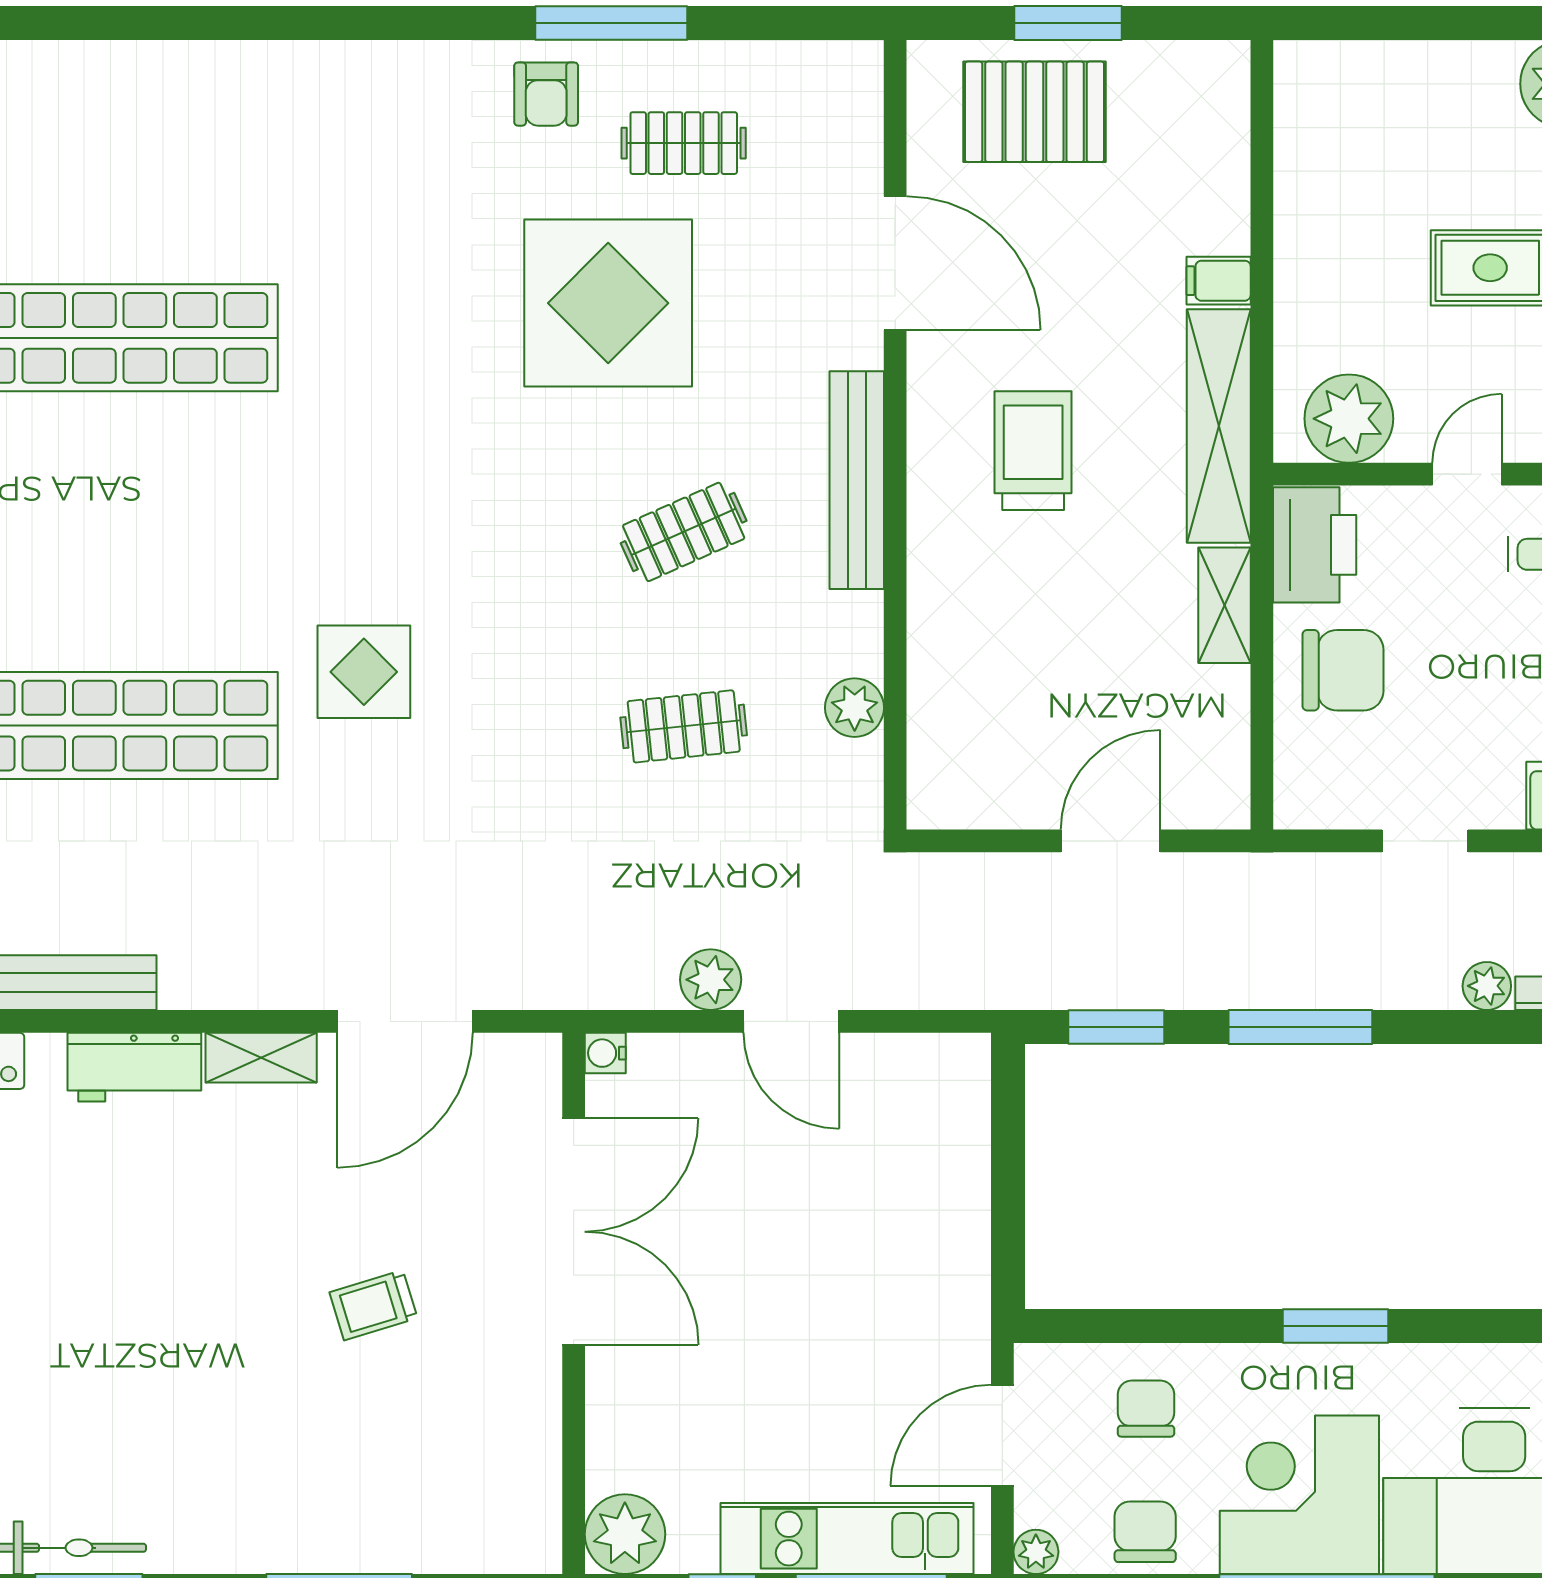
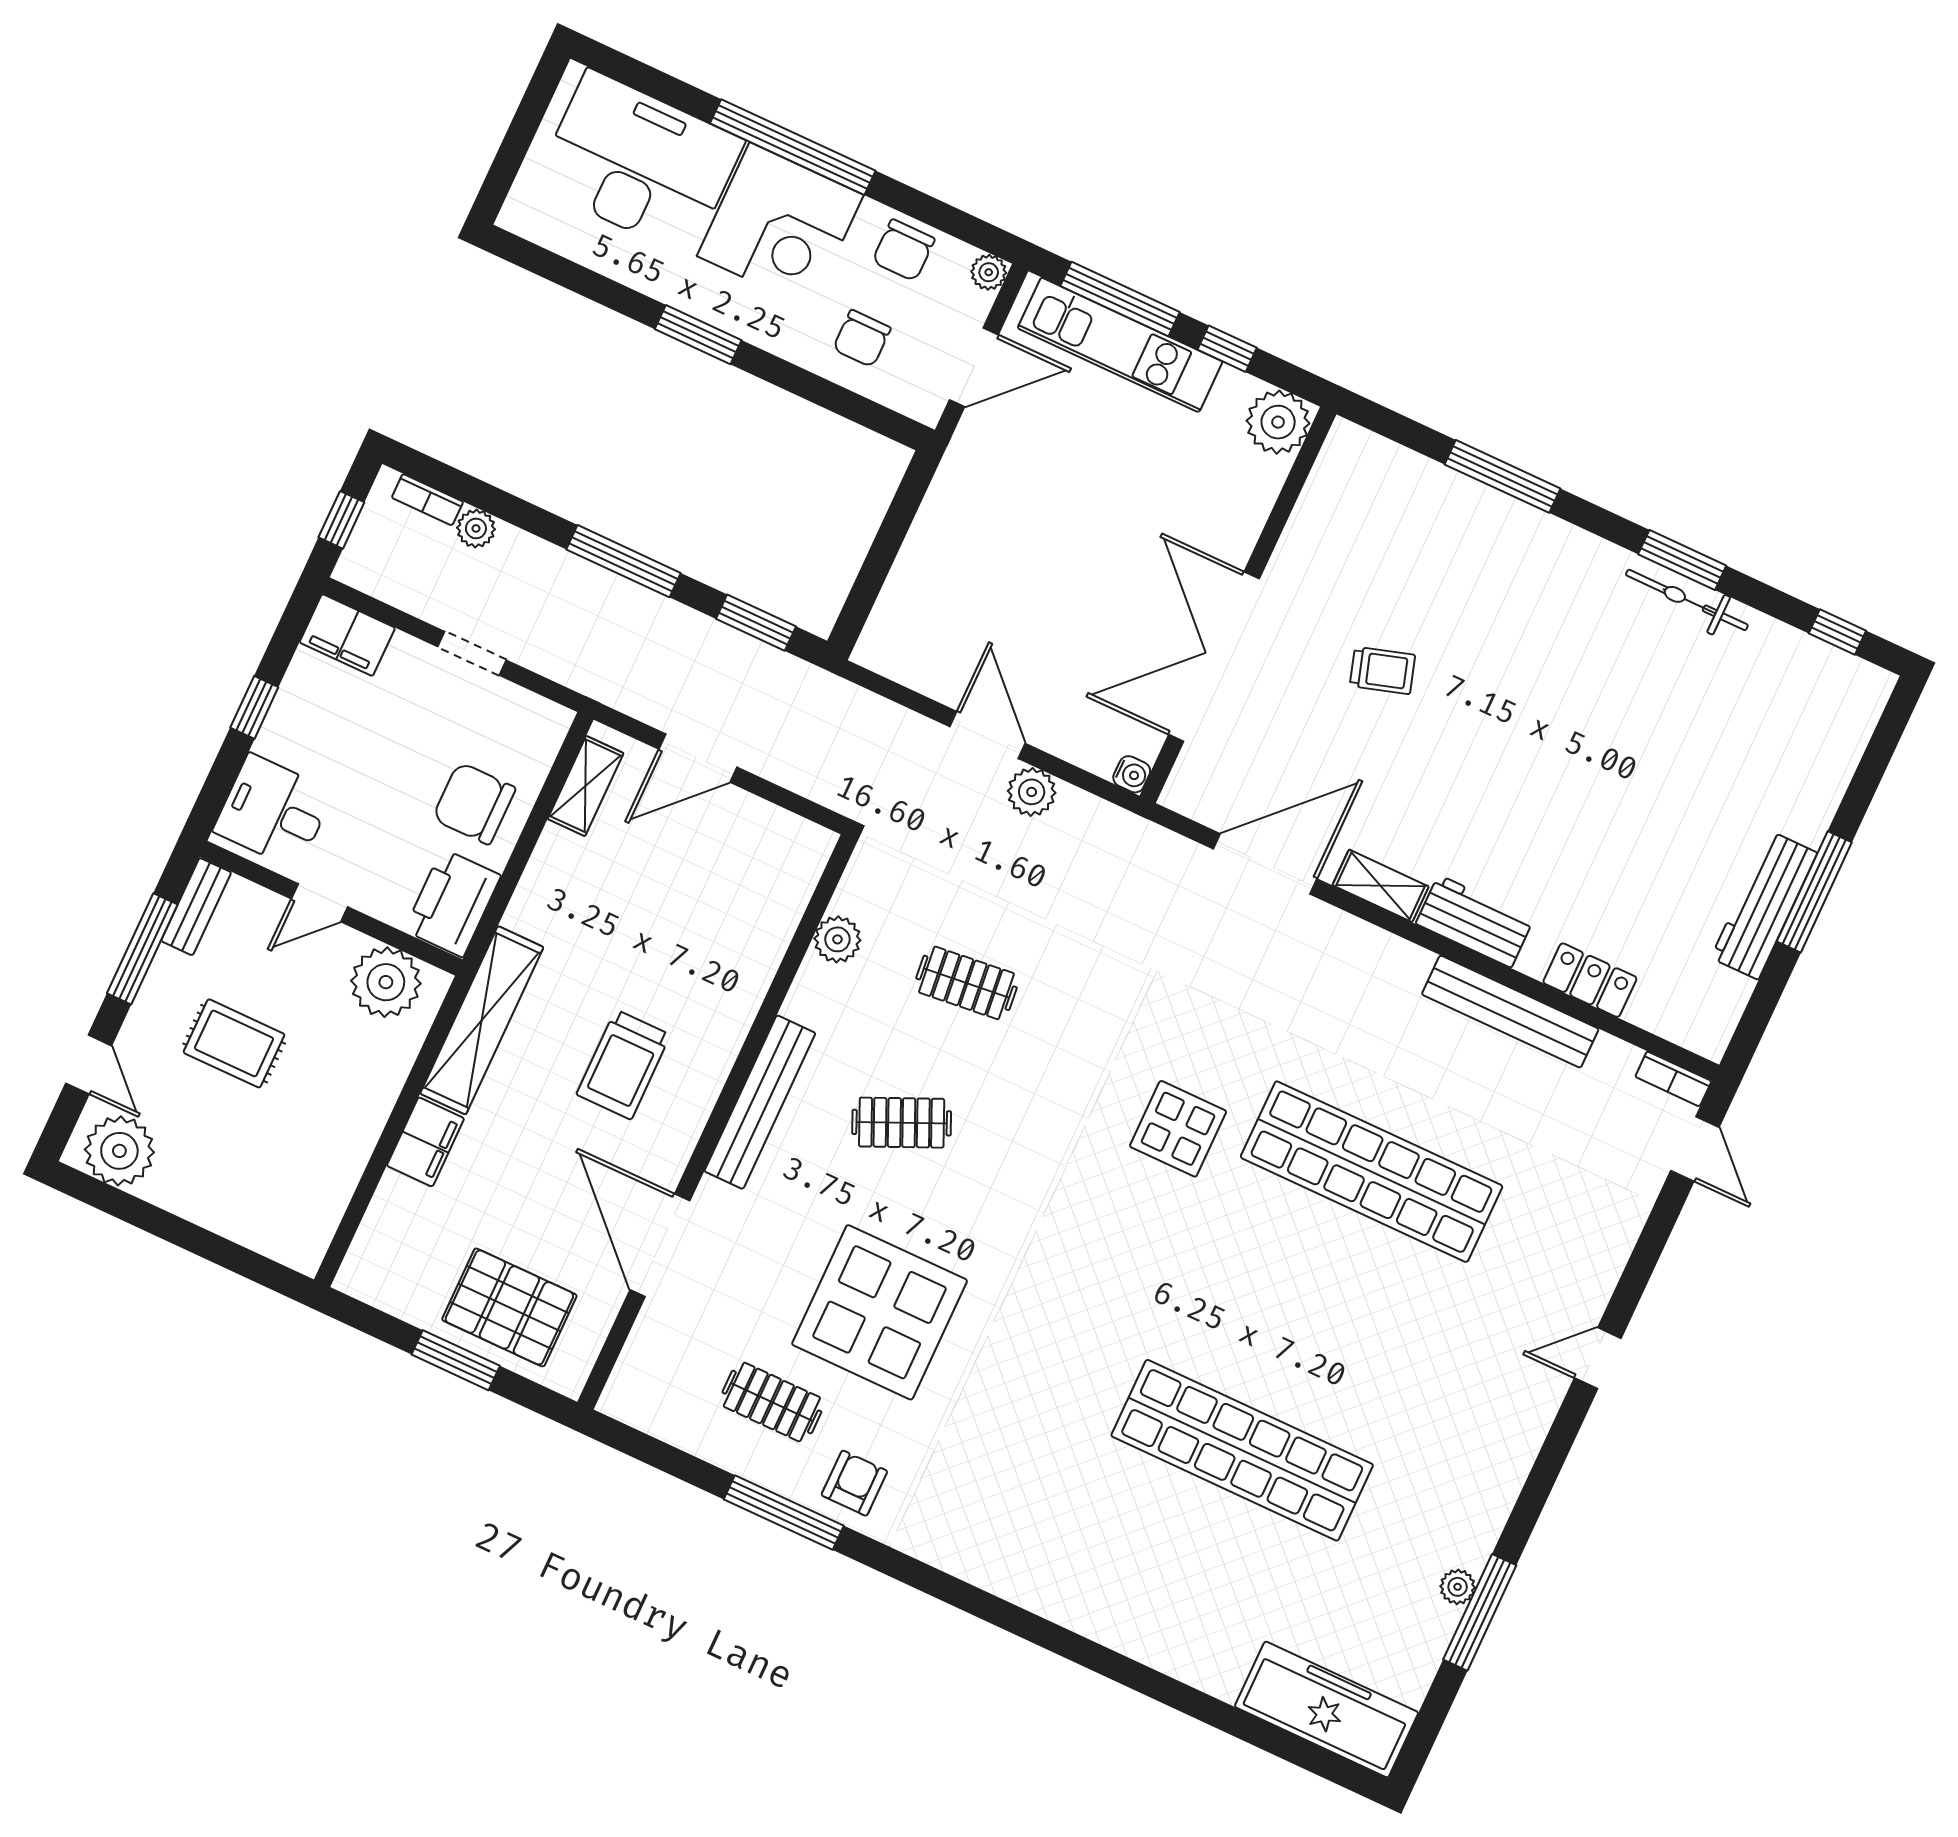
filing cabinet: (1219, 281) -> (425, 1142), width x2.00
shelving: (1224, 605) -> (586, 786), moved

